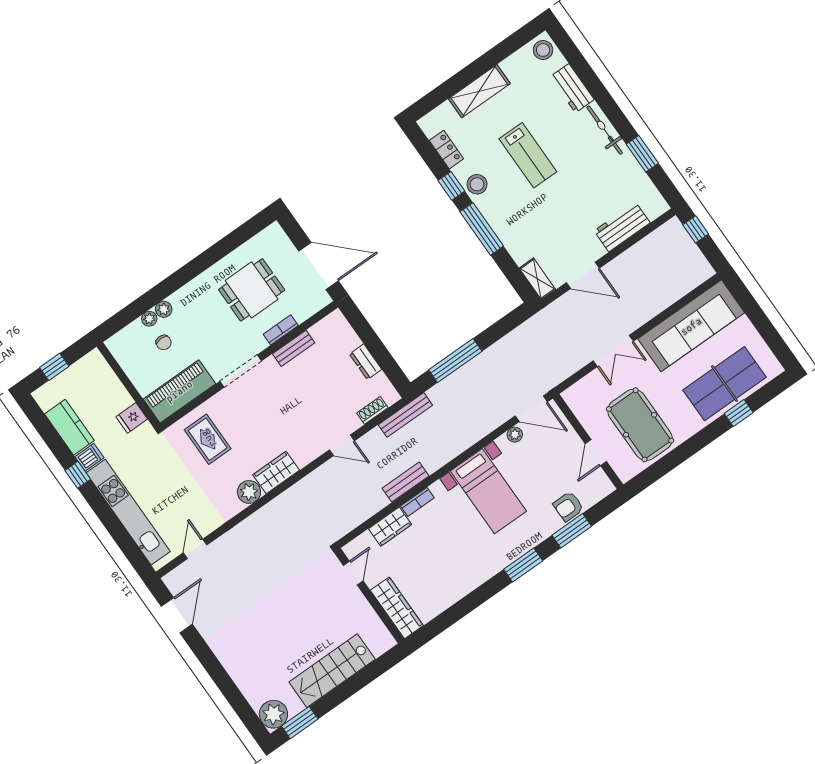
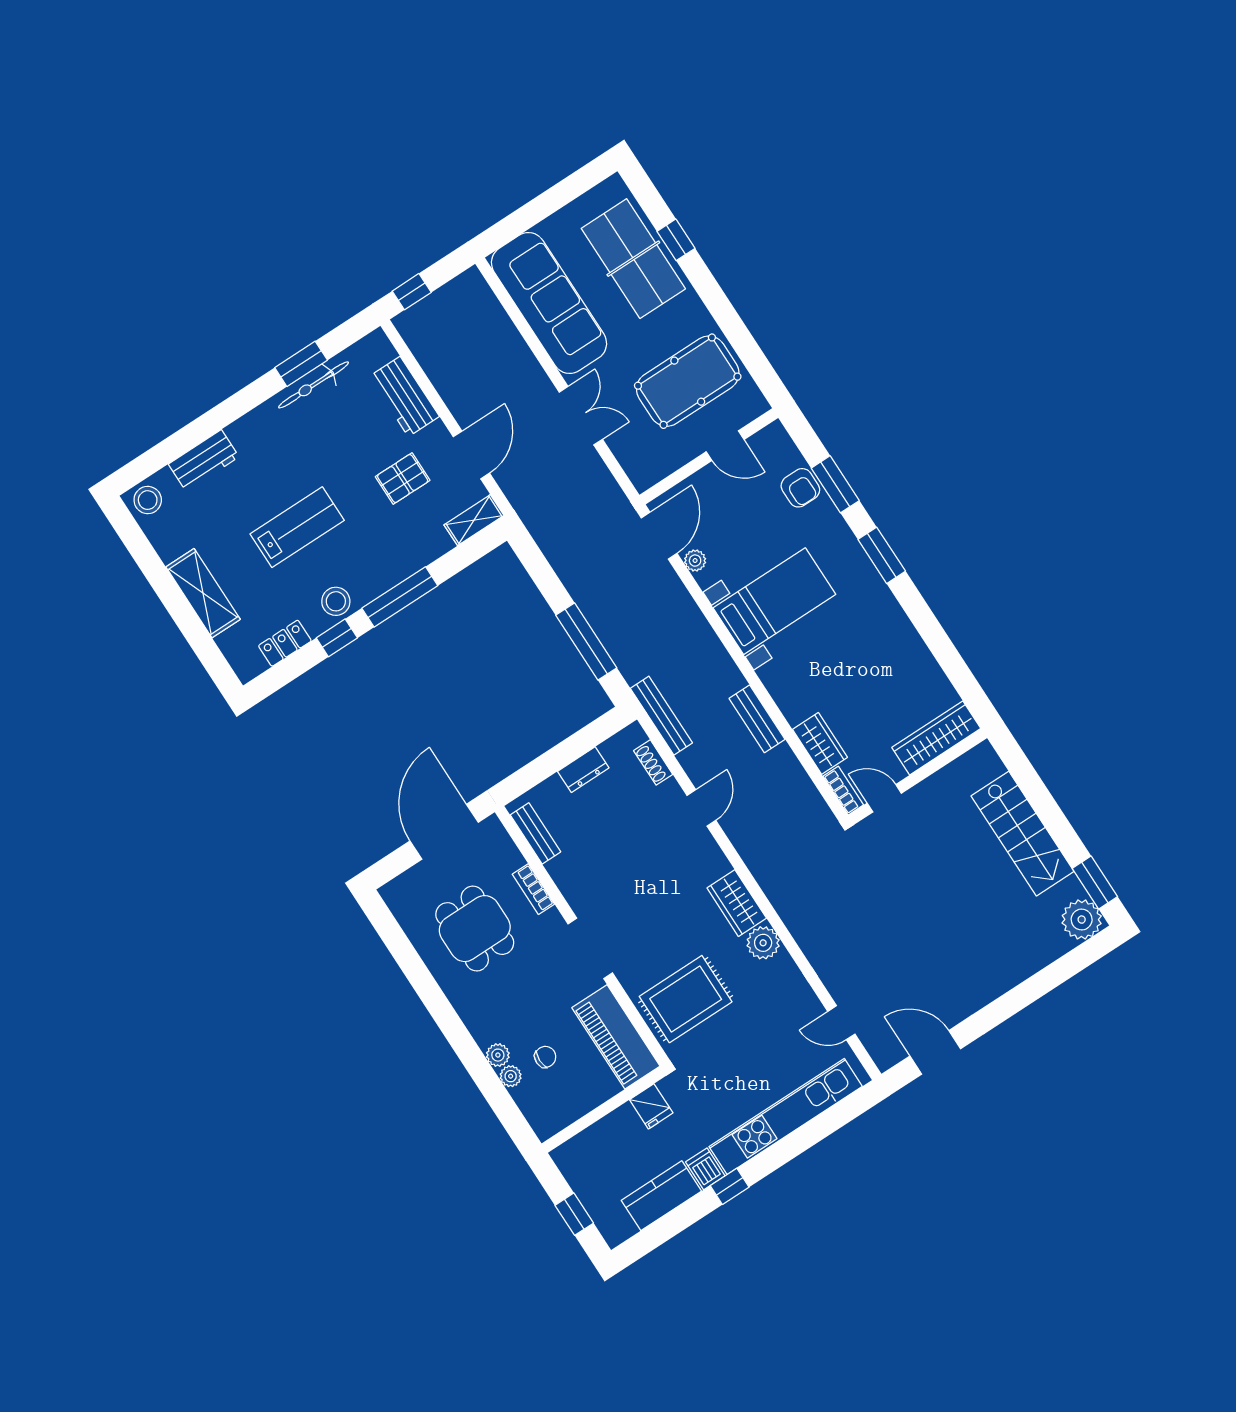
bicycle: (605, 130) -> (314, 385), moved
pallet: (565, 228) -> (403, 479), added
bench: (294, 348) -> (535, 833), moved
rug: (208, 439) -> (686, 999), width x1.36, depth x1.43
bookcase: (417, 502) -> (843, 791), moved

